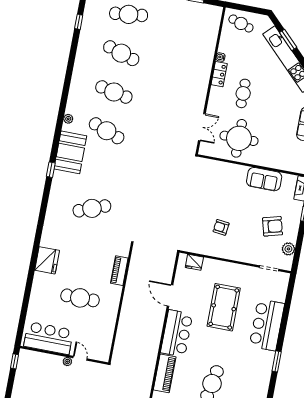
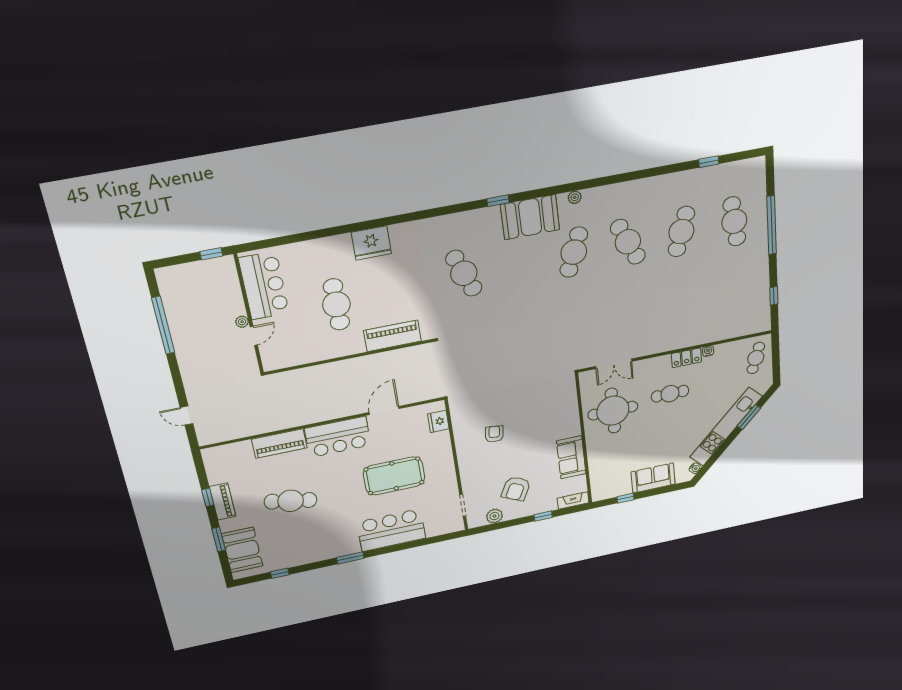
cafe table: (114, 92) -> (628, 242), turned -36
armchair: (272, 226) -> (516, 489), turned 41
piano: (119, 271) -> (392, 336), width x1.37, depth x1.33

